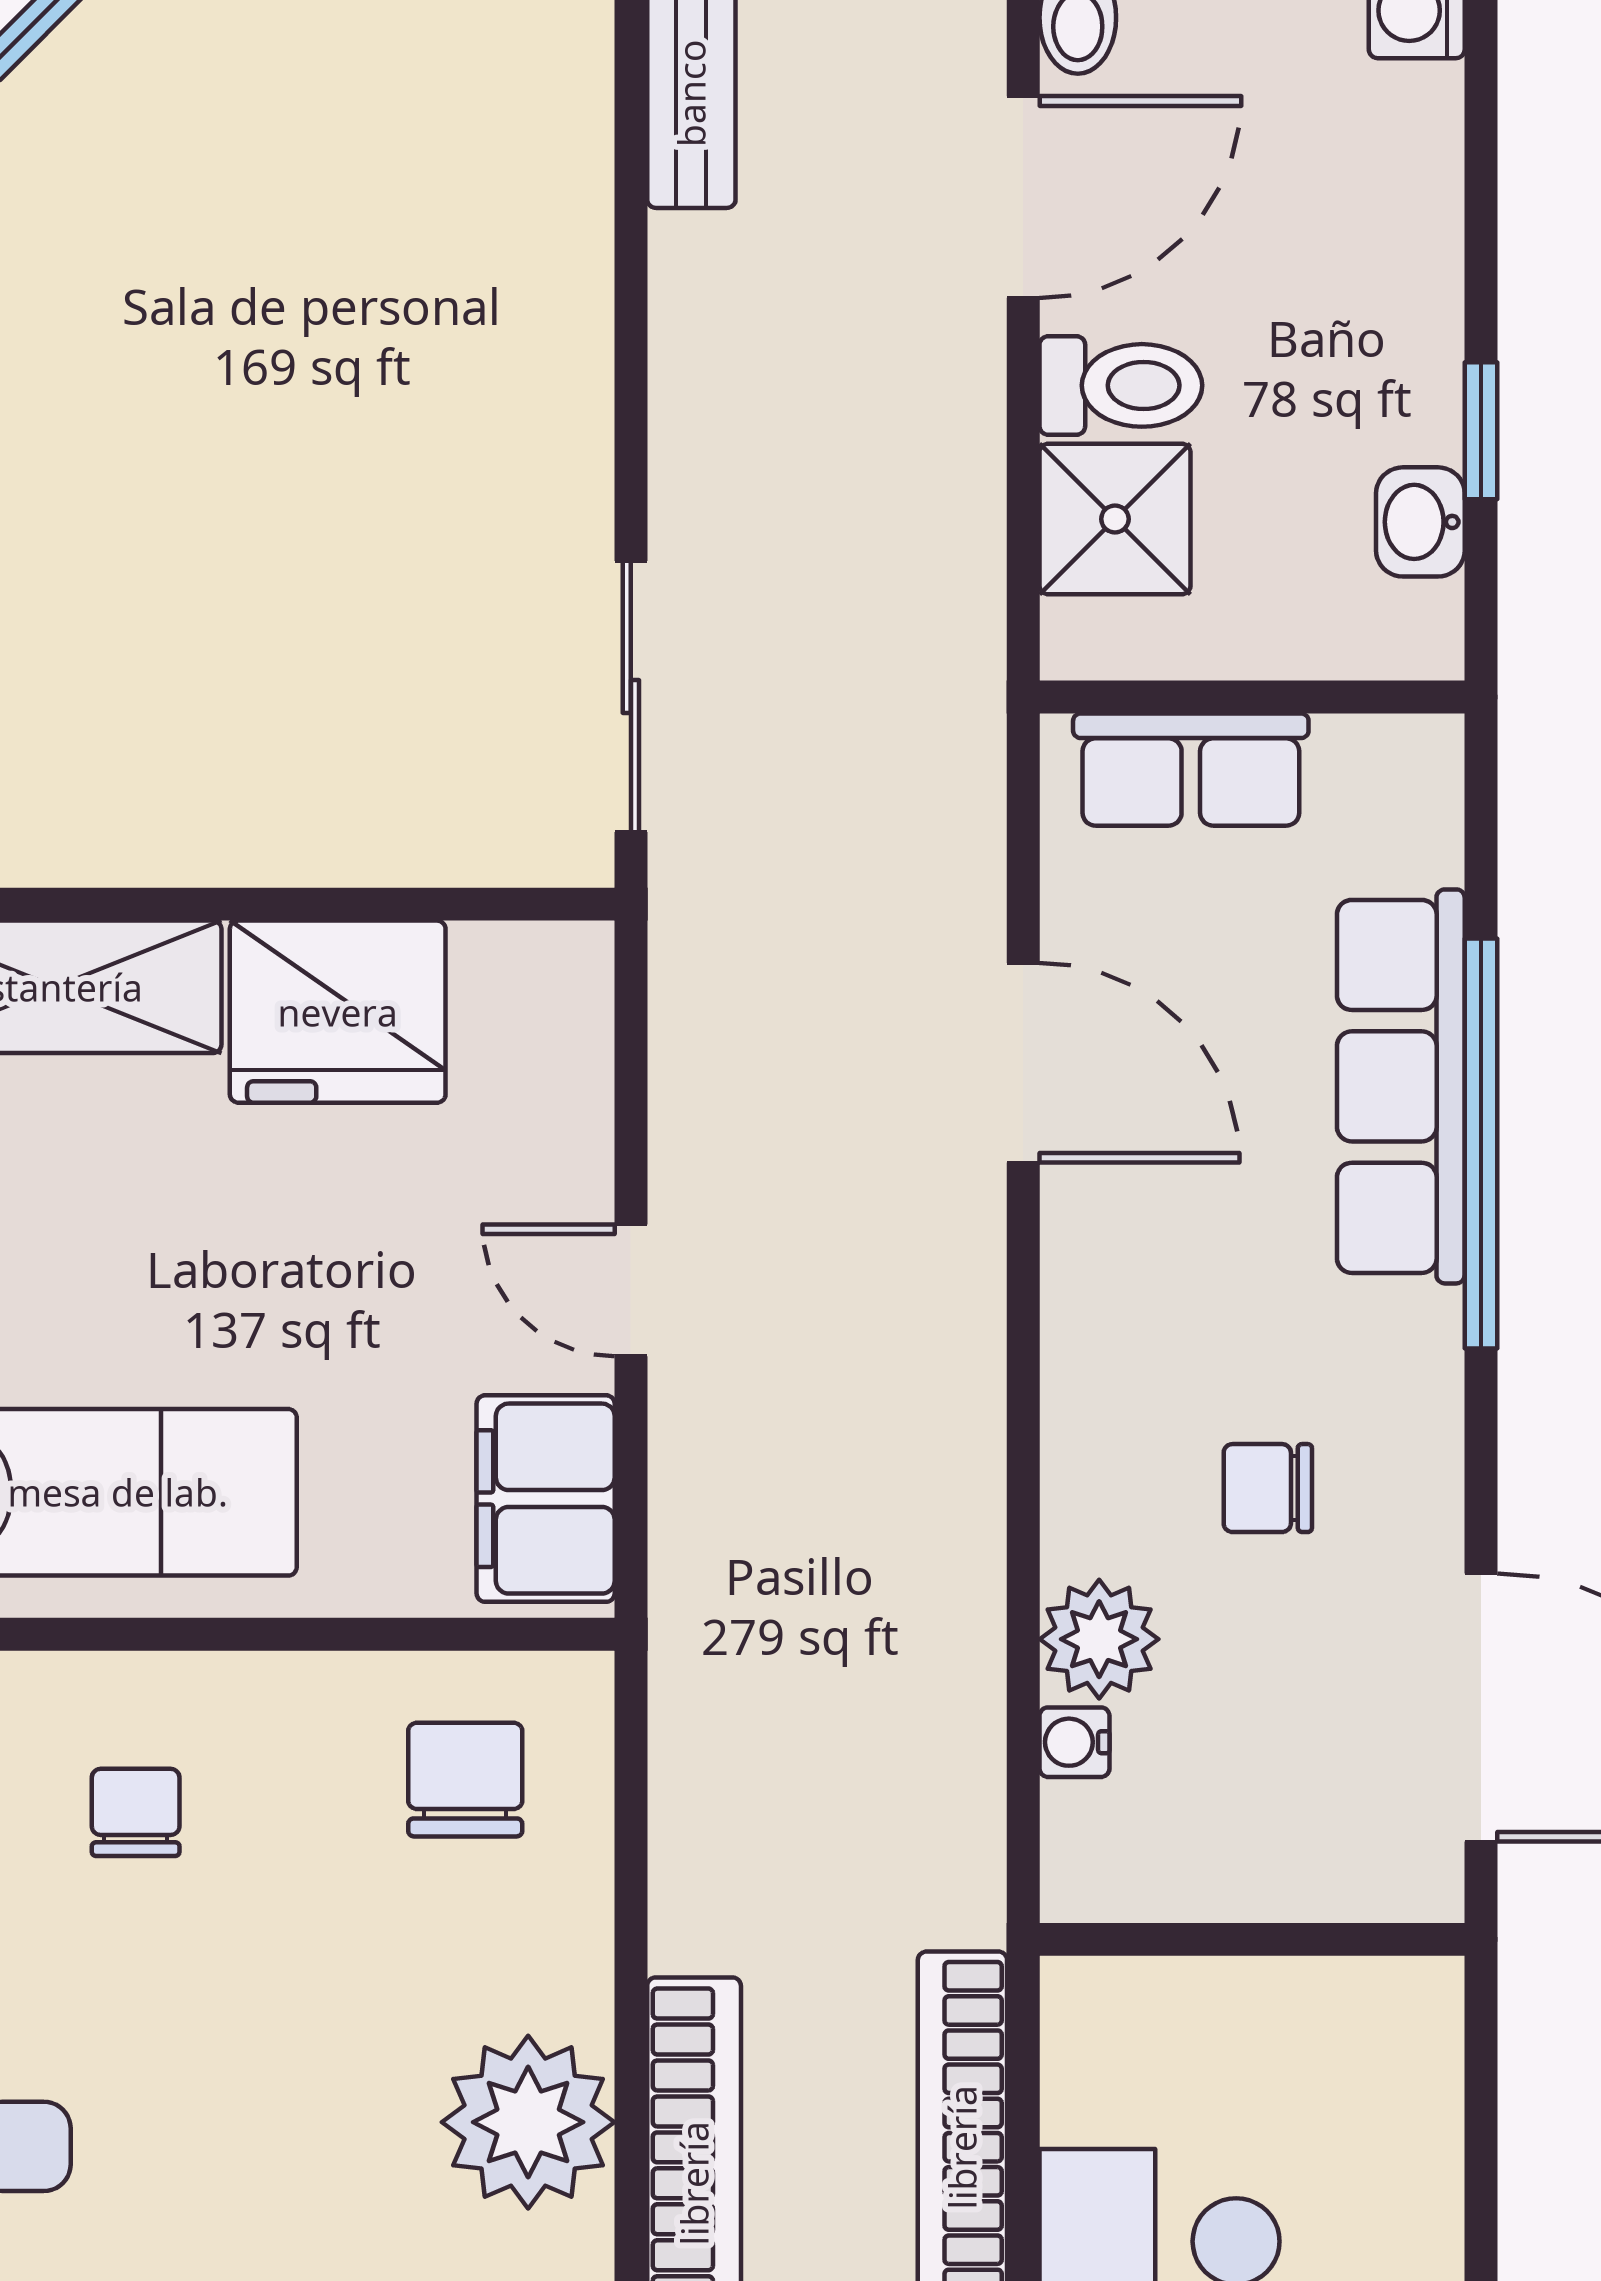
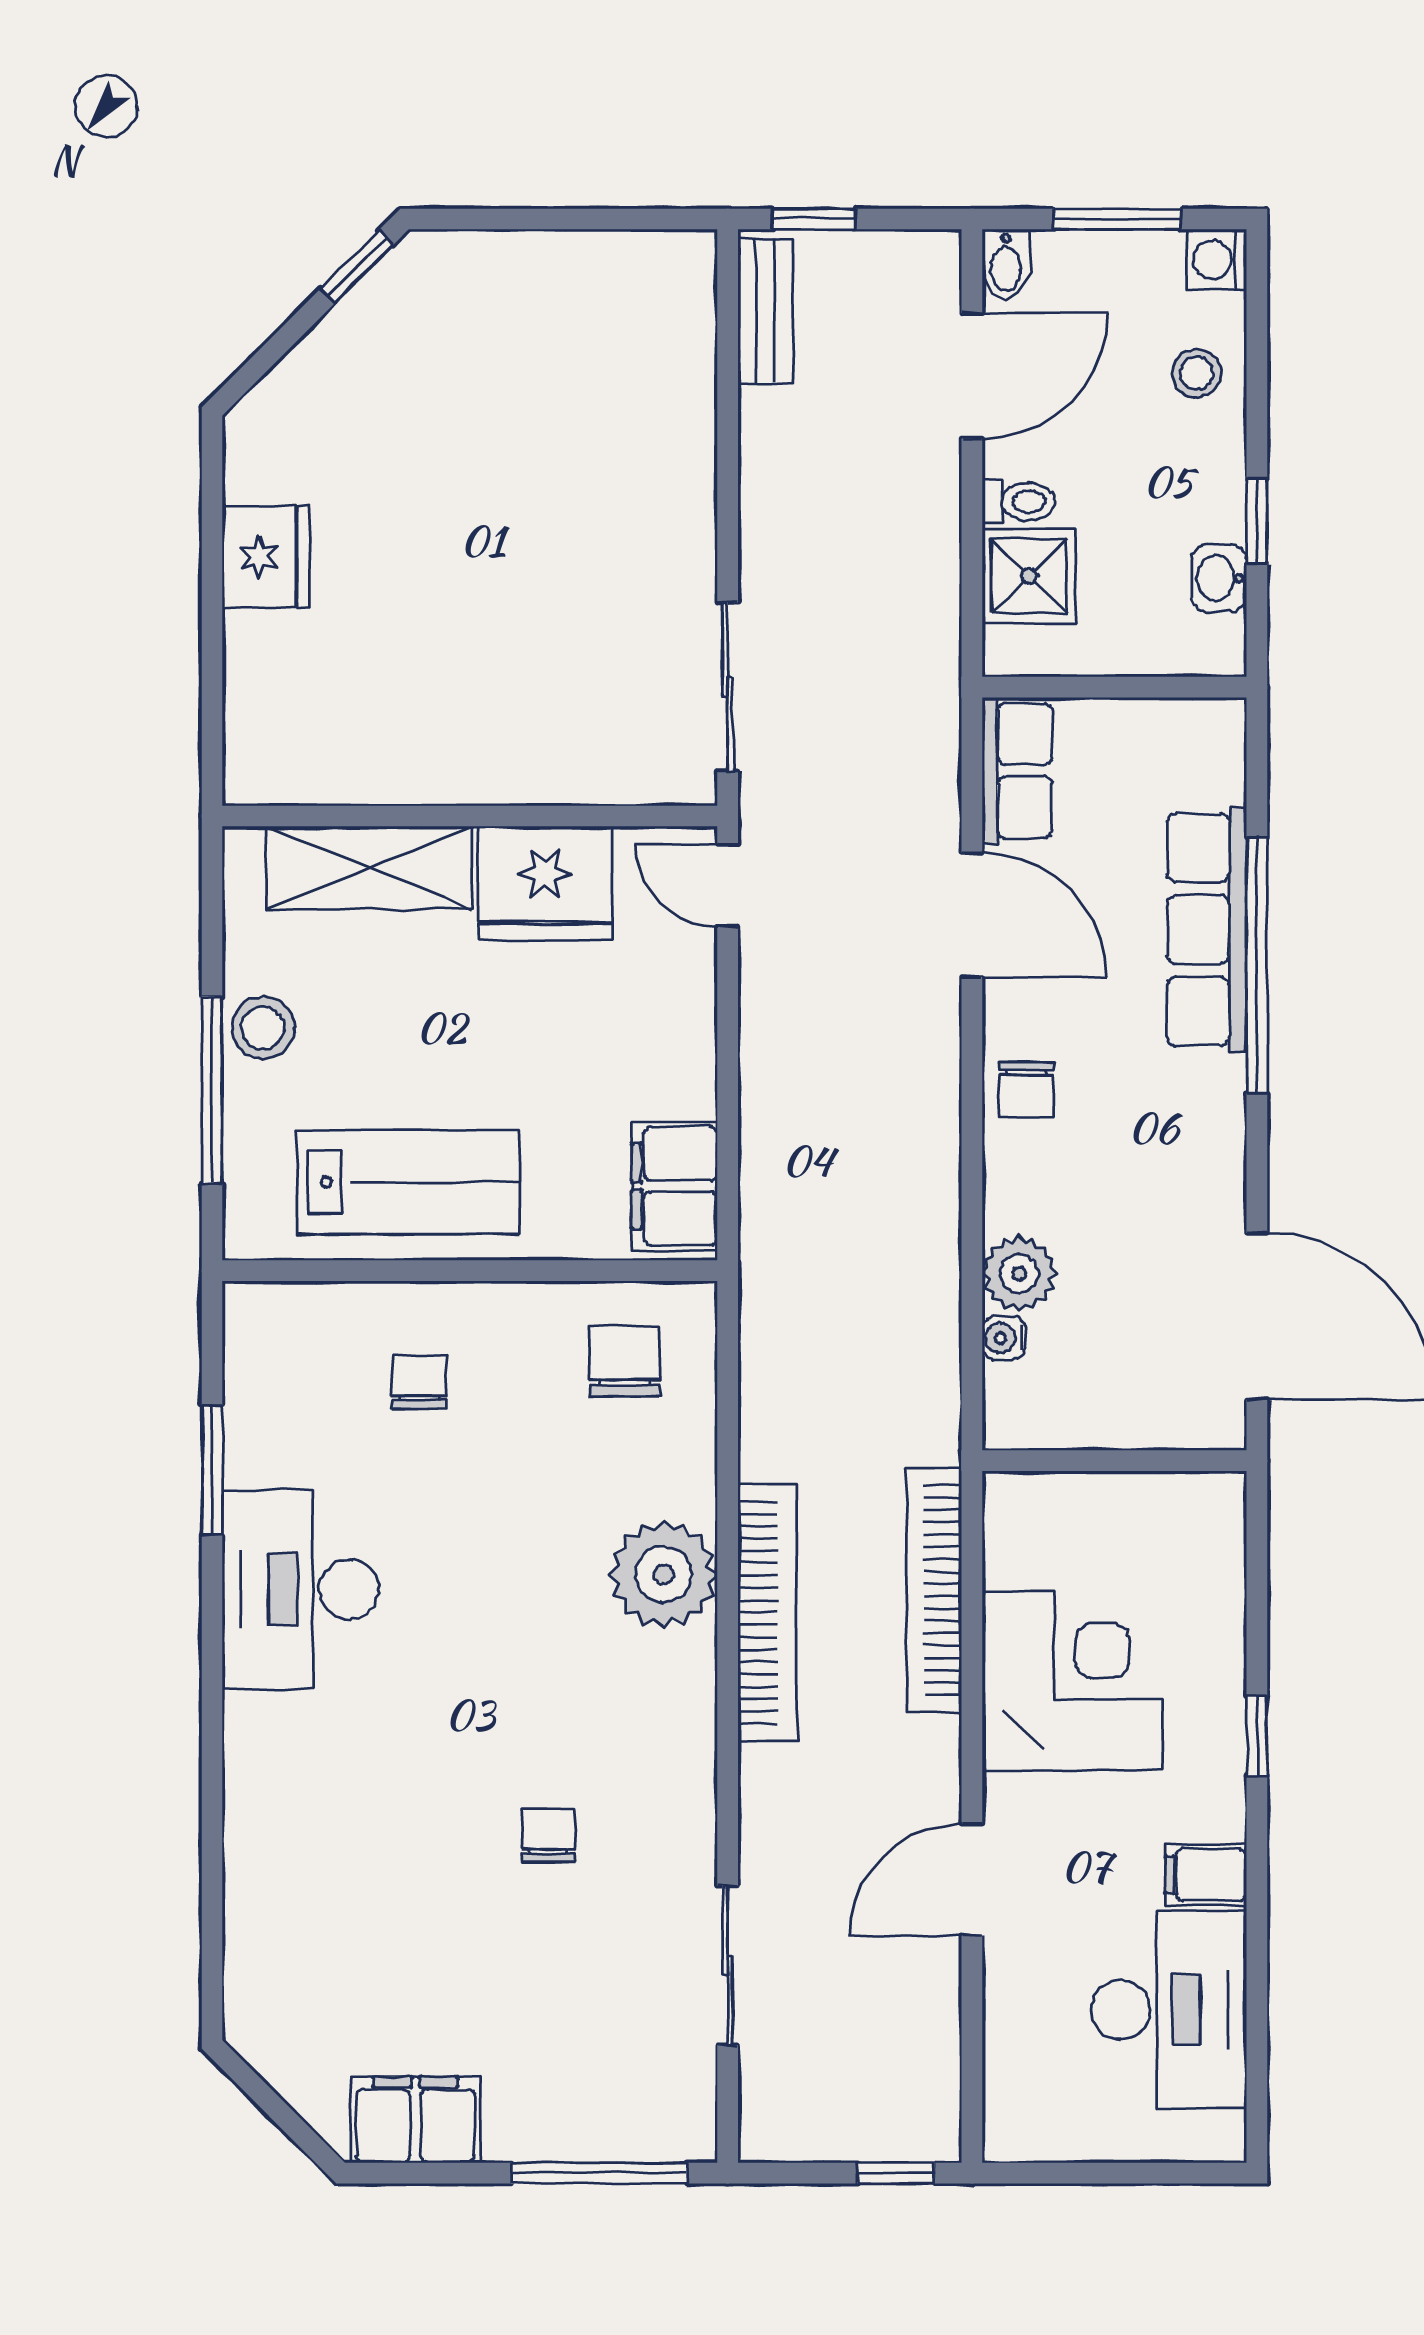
stool: (1384, 193) -> (1197, 373), added
toilet: (1121, 385) -> (1019, 501), width x0.73, depth x0.72
row of seats: (1191, 770) -> (1017, 771), moved, turned -90
door: (631, 1290) -> (728, 885), moved
chair: (1268, 1488) -> (1026, 1089), moved, turned -90

